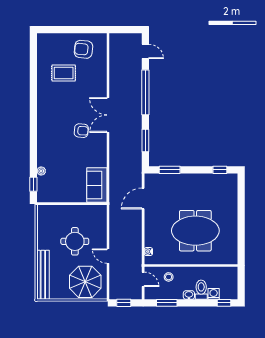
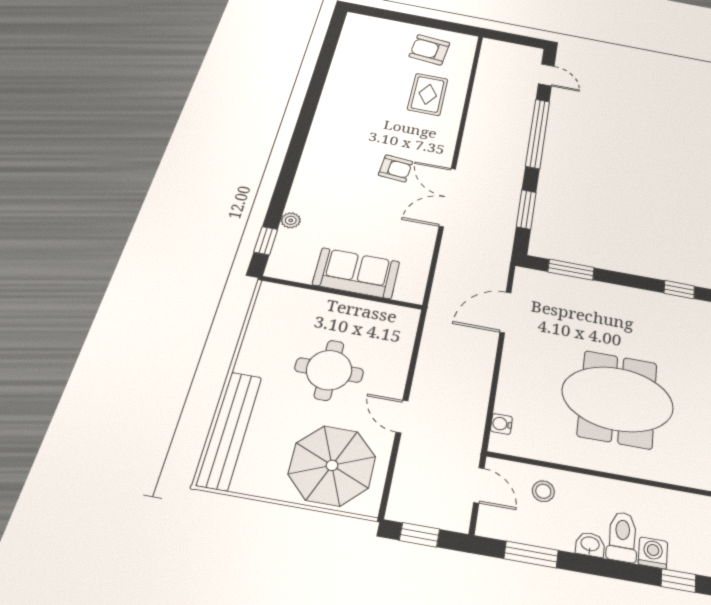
rug: (64, 73) -> (428, 94), moved, turned 90
double door: (108, 115) -> (447, 197), moved
sofa: (97, 185) -> (356, 273), moved, turned 90

